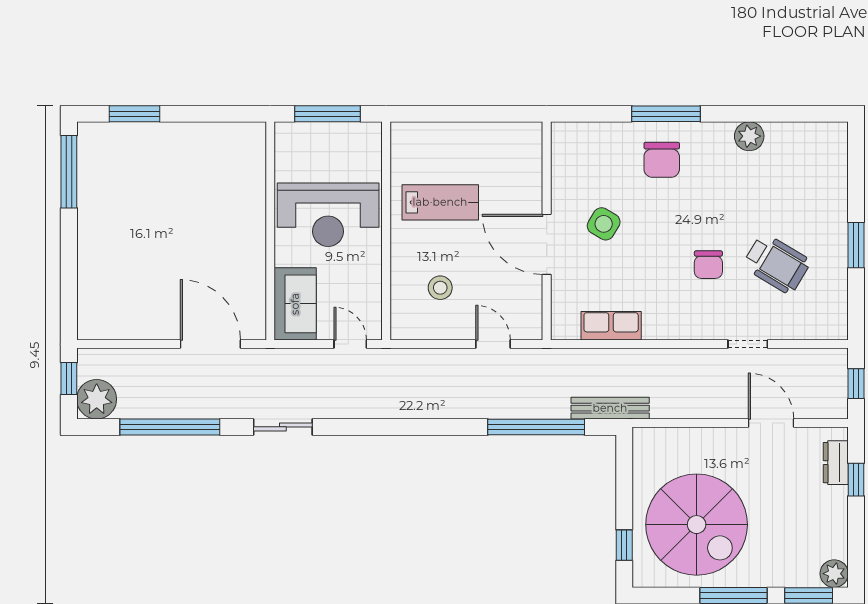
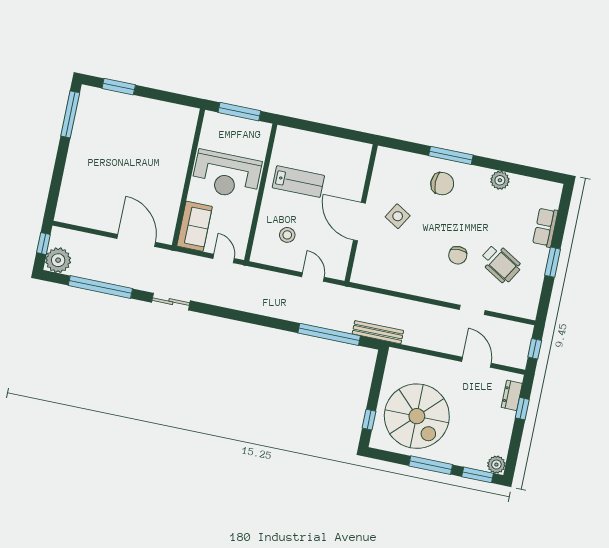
chair: (662, 160) -> (442, 184), turned -90
row of seats: (611, 326) -> (545, 227), moved, turned -90

